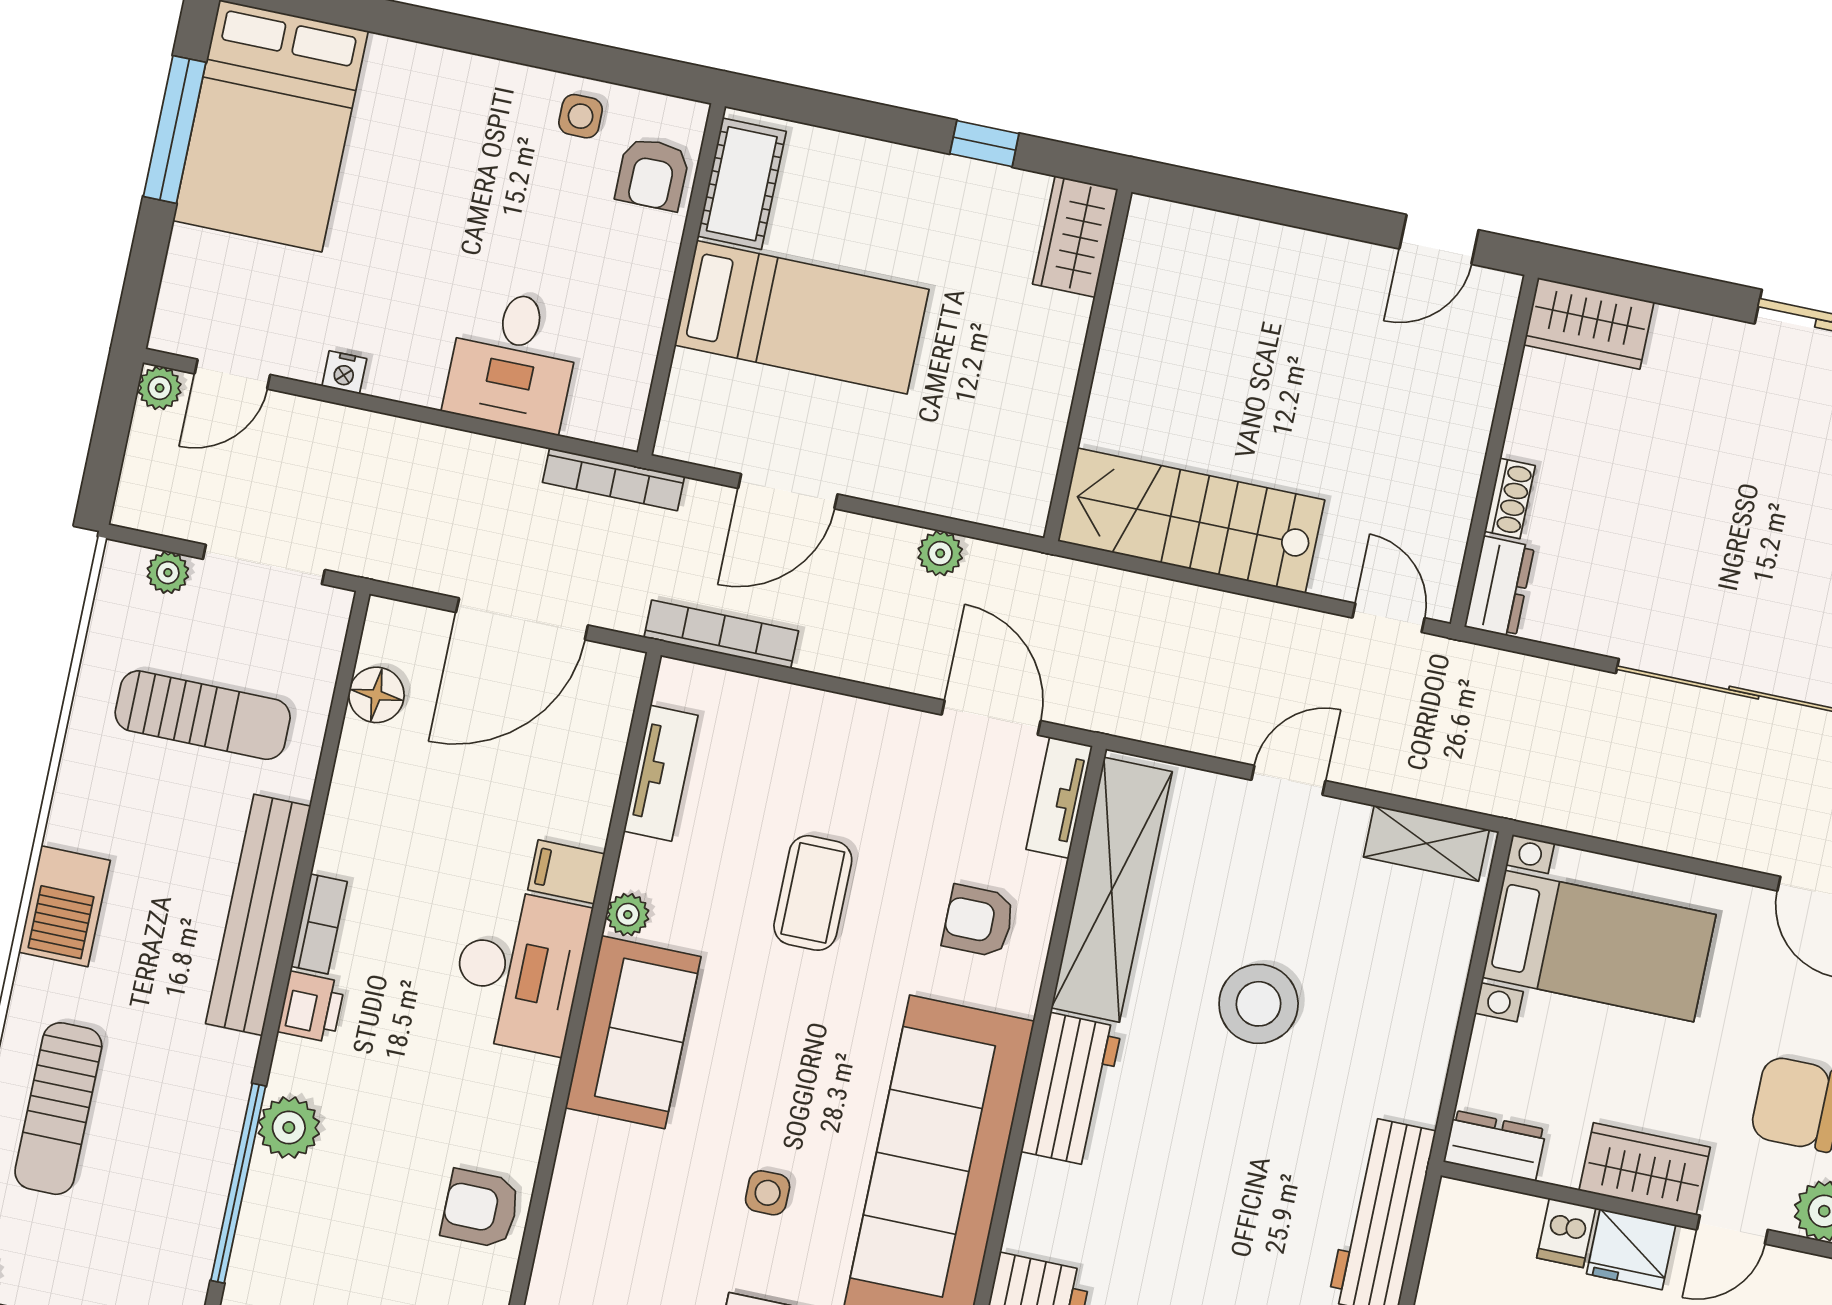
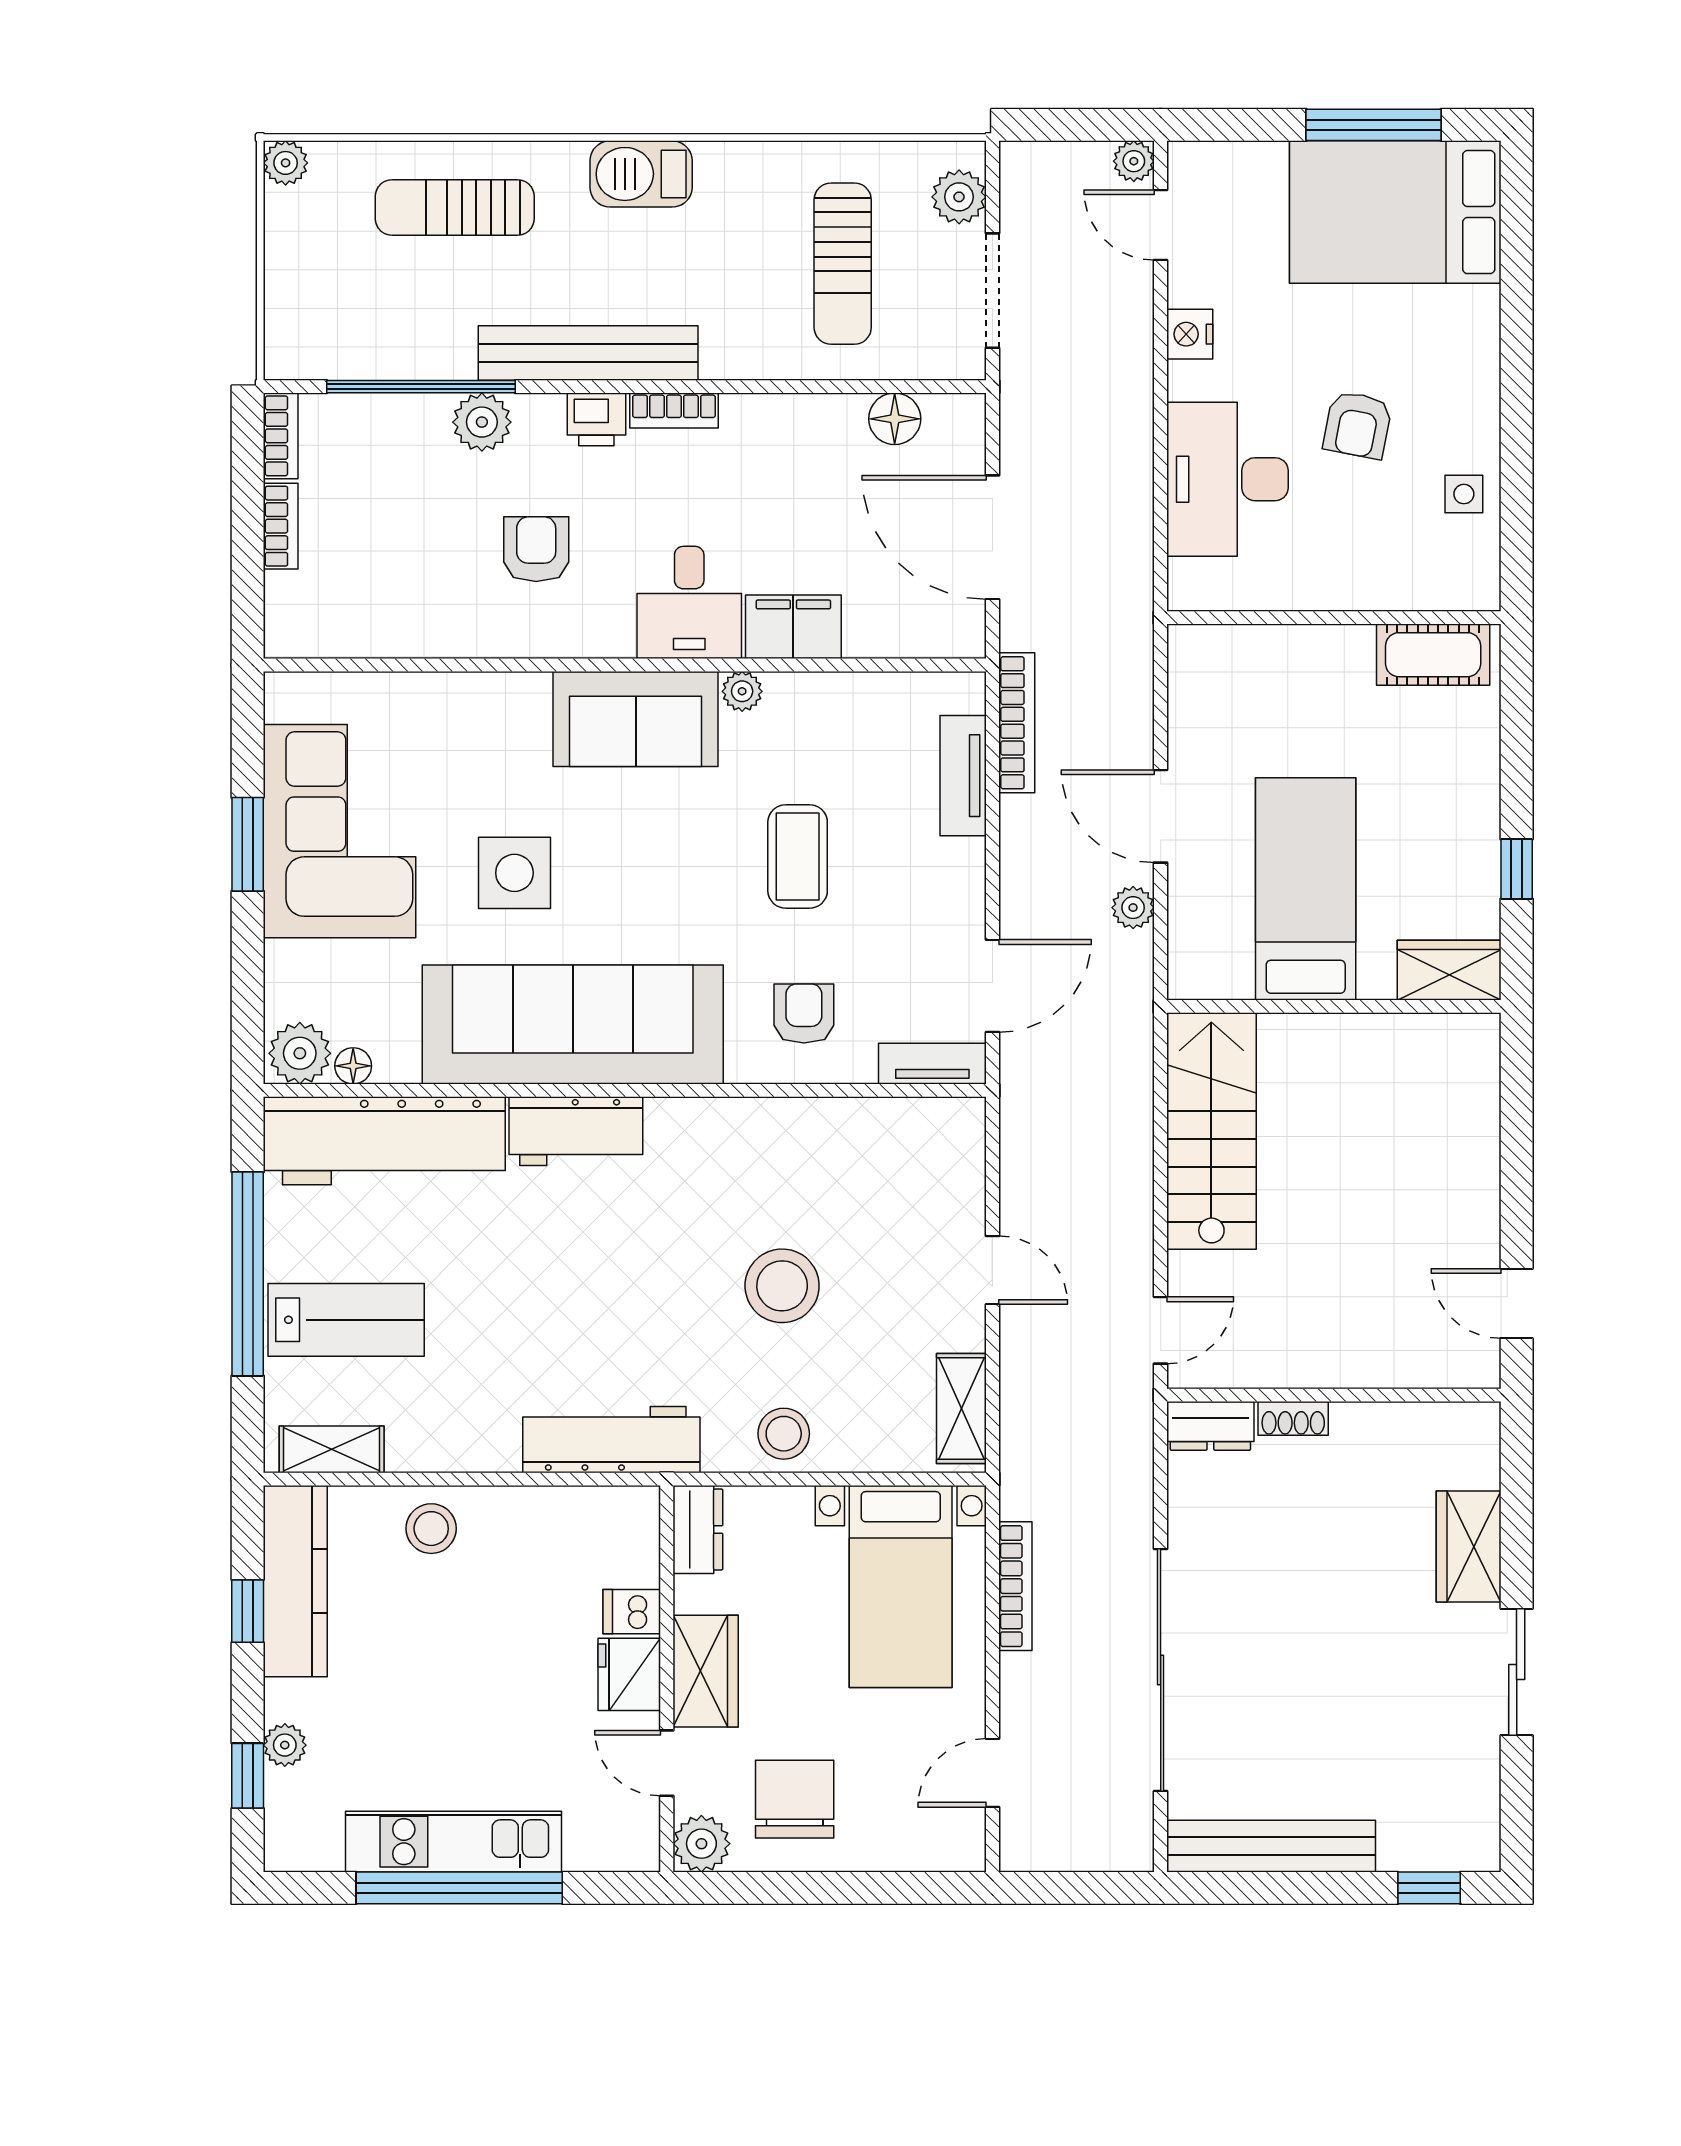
armchair: (652, 174) -> (1358, 425), moved, turned -79
bed: (802, 317) -> (1306, 889), moved, turned 180
wardrobe: (1589, 323) -> (1469, 1546), moved
desk: (513, 360) -> (1227, 479), width x1.37
nightstand: (344, 372) -> (1190, 334), width x1.39, depth x1.35
bookcase: (613, 479) -> (1015, 1586), moved, turned 180
door: (788, 491) -> (1161, 816), moved
plant: (168, 573) -> (959, 197), width x1.38, depth x1.38
tv unit: (661, 773) -> (963, 776), moved, turned 90
filing cabinet: (566, 872) -> (793, 627), width x2.00
shelving: (1112, 890) -> (858, 1129), removed
coffee table: (813, 893) -> (798, 856), turned 90
bench: (258, 915) -> (588, 353), moved
desk: (519, 971) -> (689, 602), width x0.73
stool: (1414, 1035) -> (784, 1434), added
workbench: (1071, 1090) -> (576, 1131), moved
side table: (768, 1193) -> (514, 873), width x1.87, depth x1.87
armchair: (480, 1209) -> (536, 549), moved

